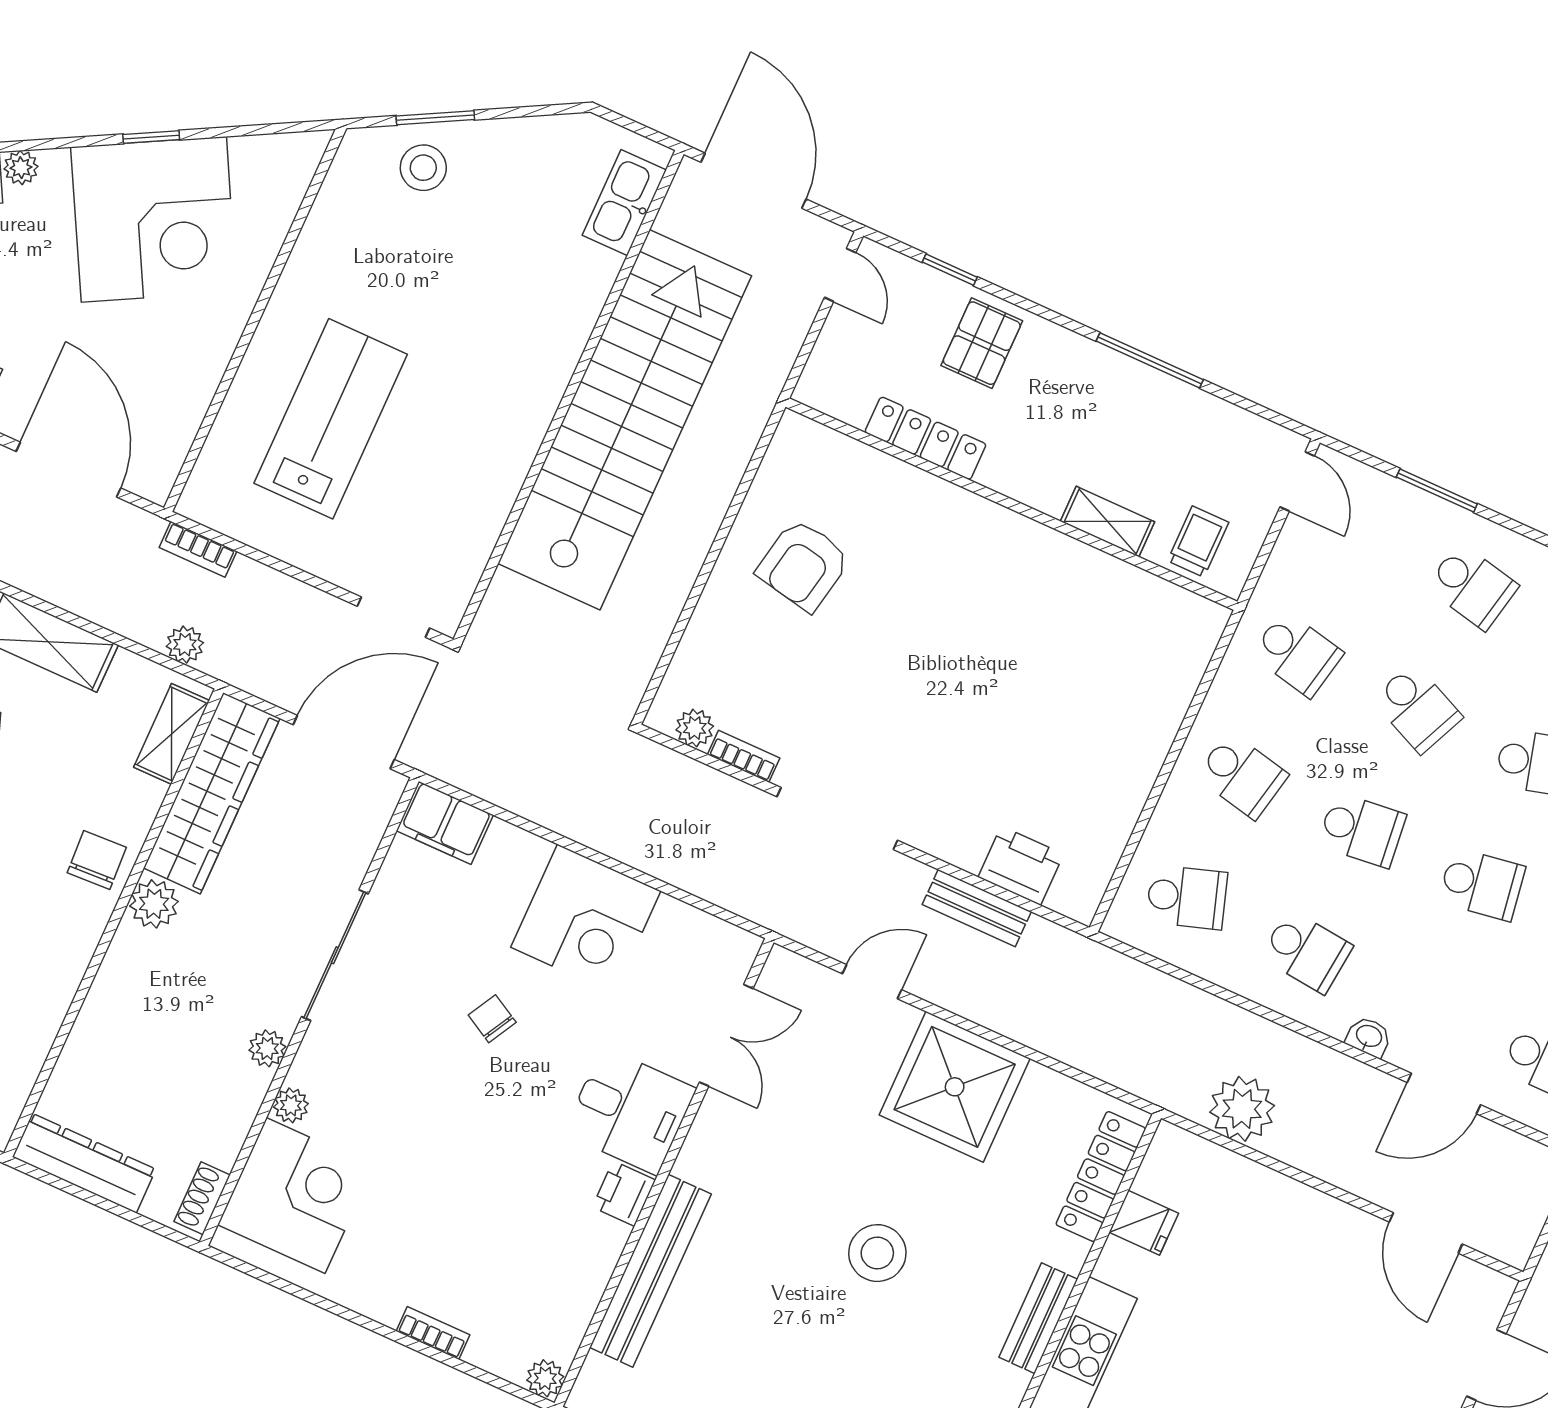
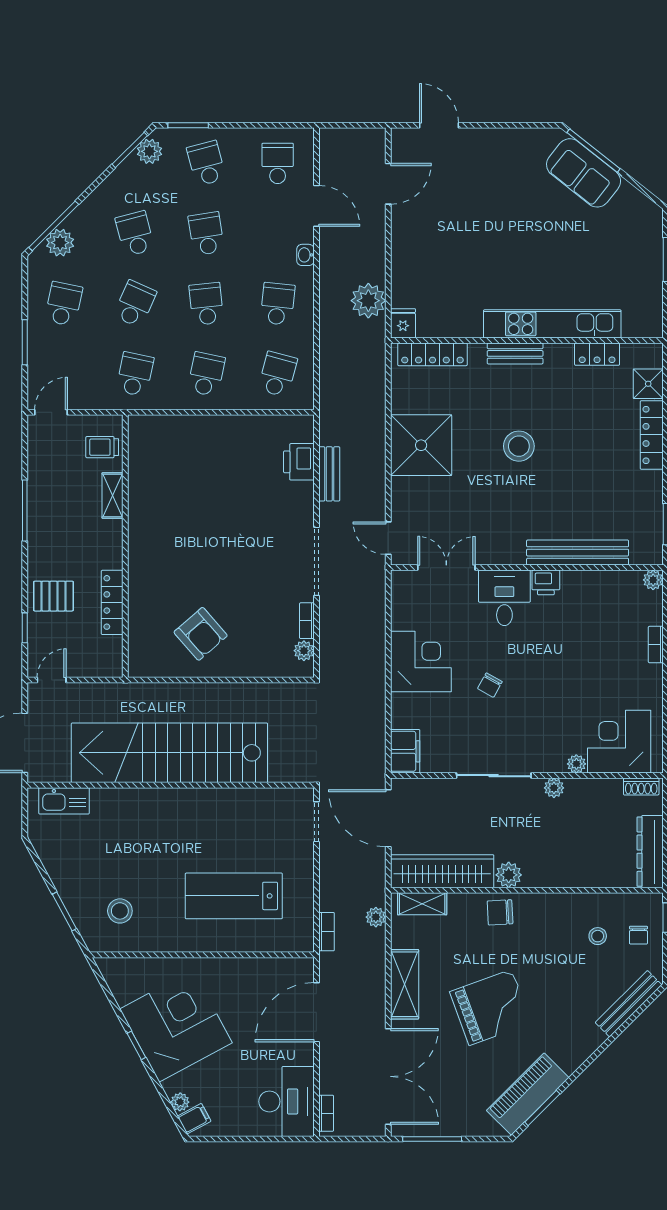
stool: (423, 168) -> (120, 911), moved
armchair: (803, 565) -> (201, 634), turned 38
school desk: (1187, 897) -> (278, 374), turned 33
door: (872, 982) -> (388, 538), moved
fridge: (1144, 1223) -> (403, 323), moved

